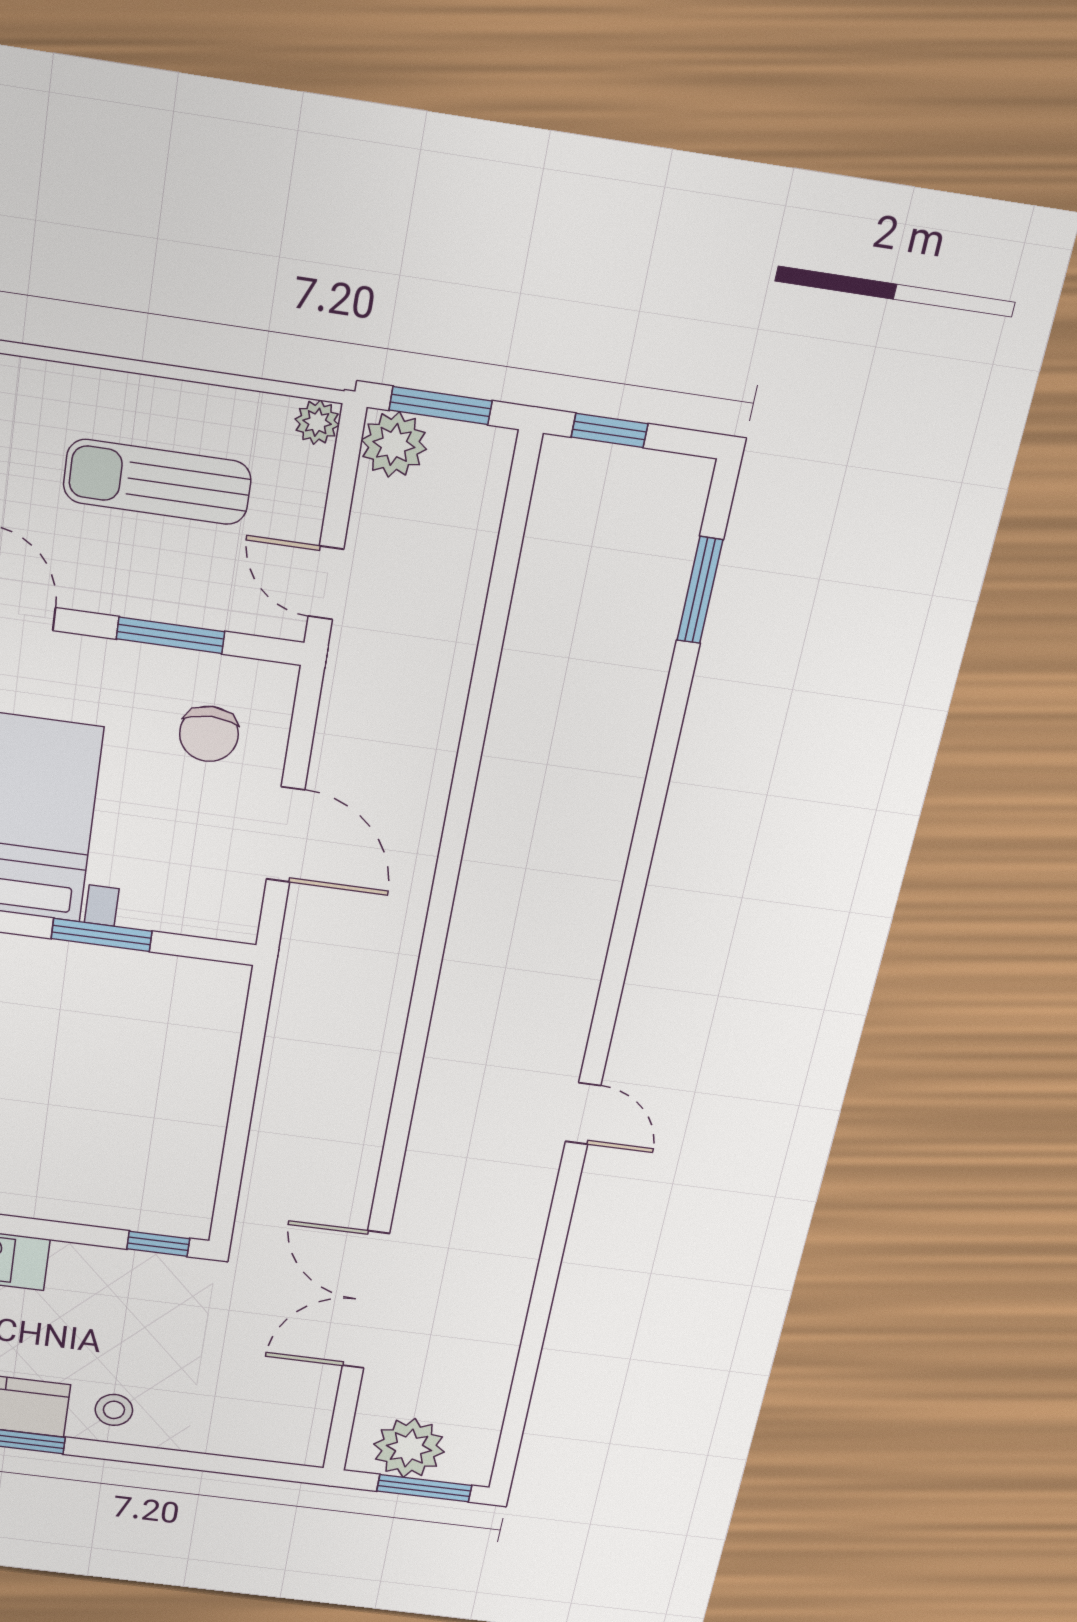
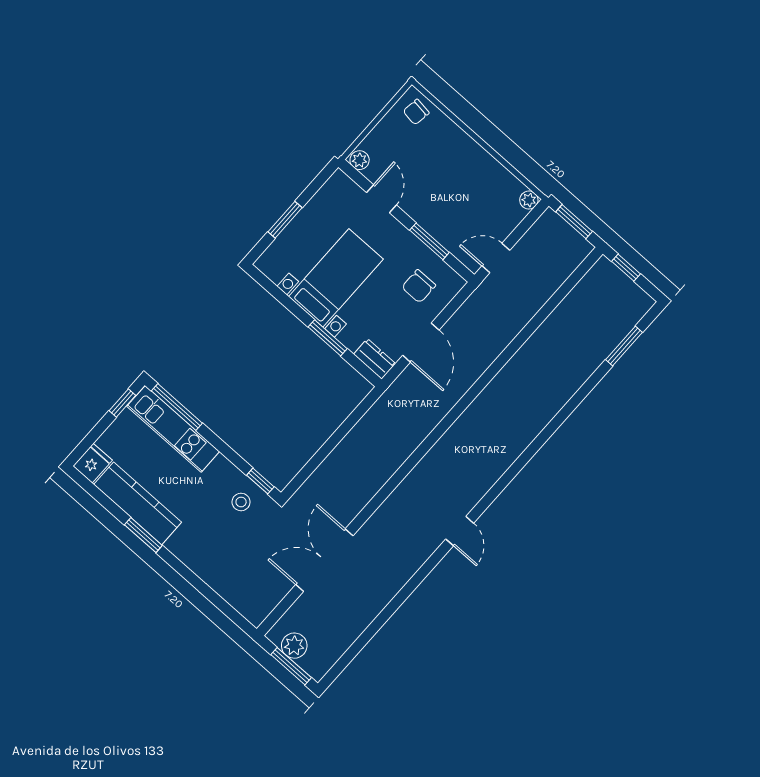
plant: (394, 445) -> (550, 225), removed
sun lounger: (157, 482) -> (461, 185), removed
door: (326, 583) -> (496, 258), hinge flipped
dresser: (217, 918) -> (375, 359), added
stool: (114, 1410) -> (241, 502), moved
plant: (409, 1448) -> (294, 646), width x0.73, depth x0.73

